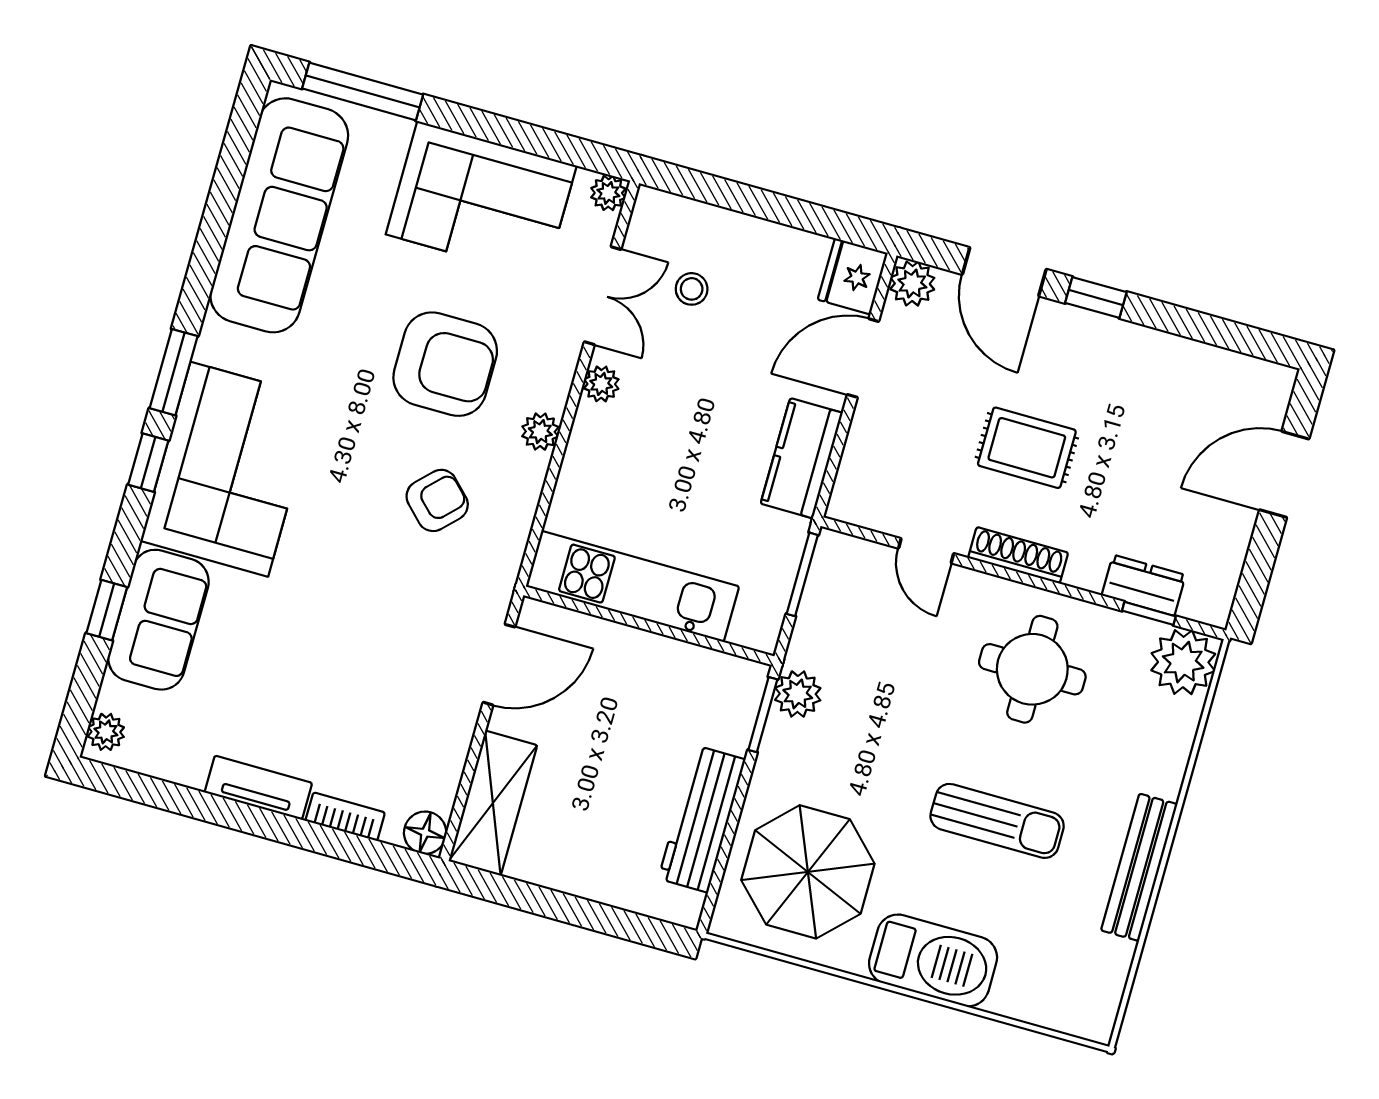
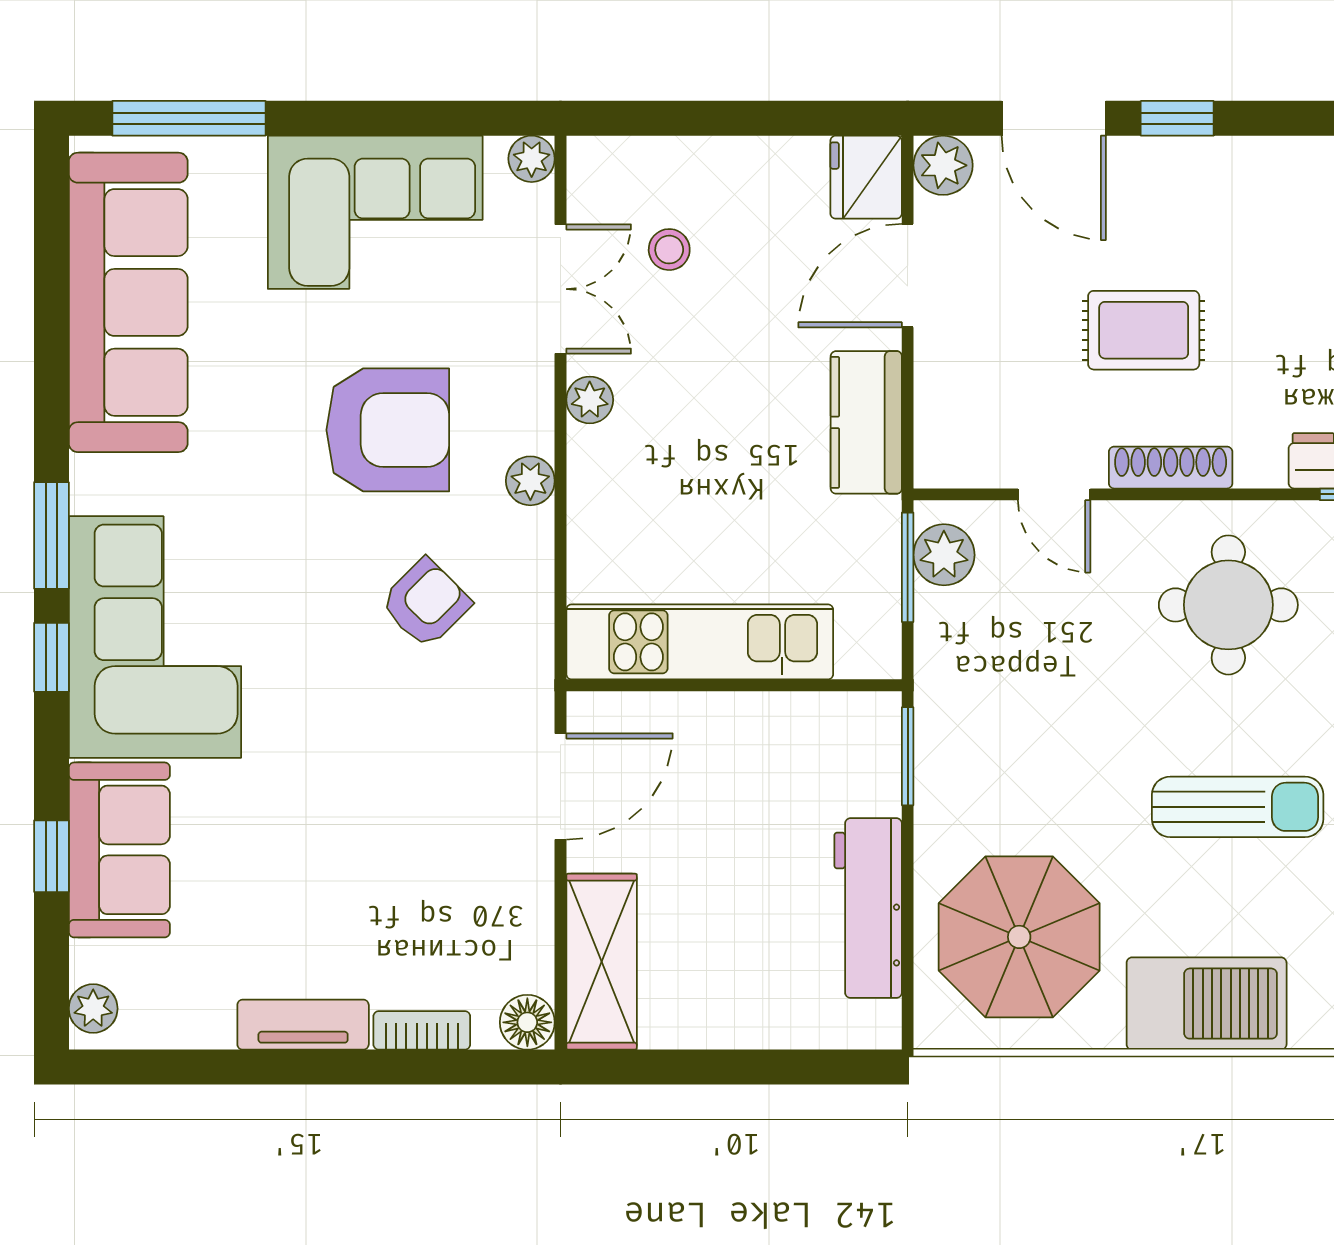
plant: (798, 694) -> (944, 555), moved

